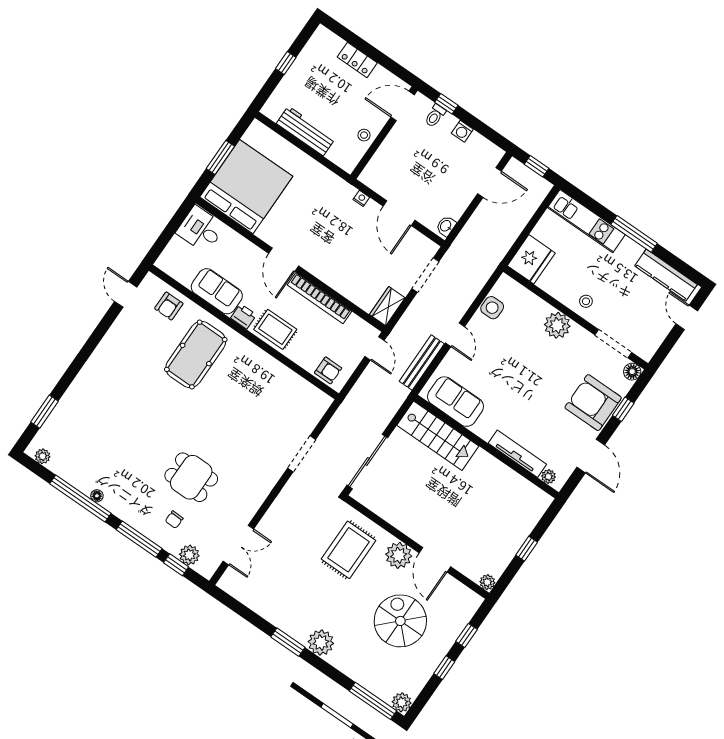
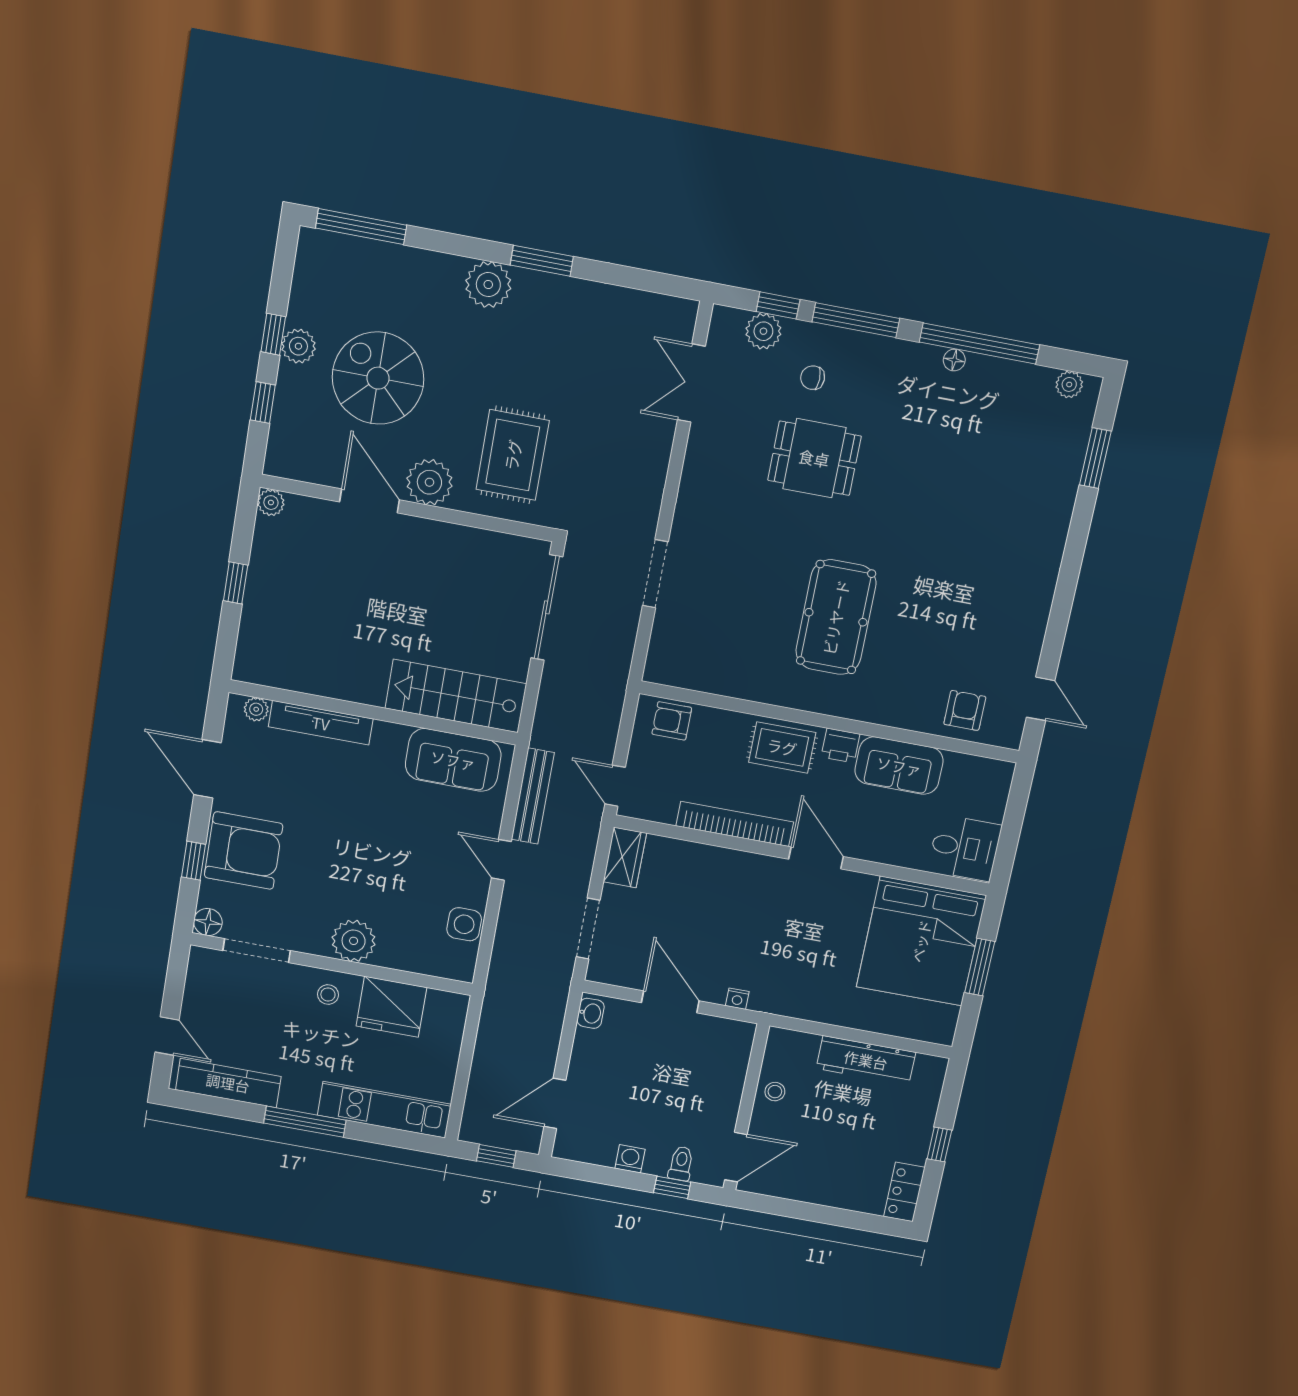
locker: (357, 60) -> (904, 1192), moved, turned -90
fridge: (531, 259) -> (391, 1007), moved, turned -90
pool table: (196, 355) -> (836, 617), moved
chair: (174, 520) -> (813, 378), turned -92
spiral stairs: (400, 621) -> (378, 378), turned 180
plant: (402, 702) -> (298, 346), moved

